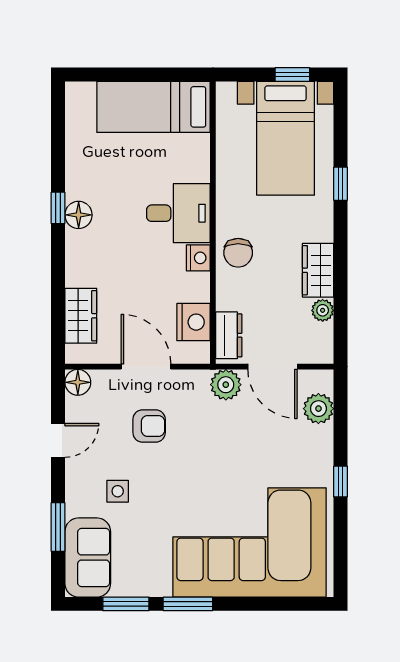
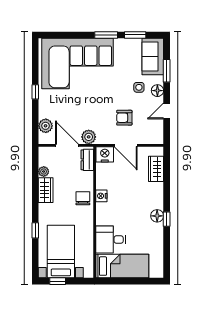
desk: (178, 213) -> (111, 240), moved
nightstand: (193, 322) -> (105, 154), moved, turned 90
floor lamp: (78, 382) -> (157, 91), moved

